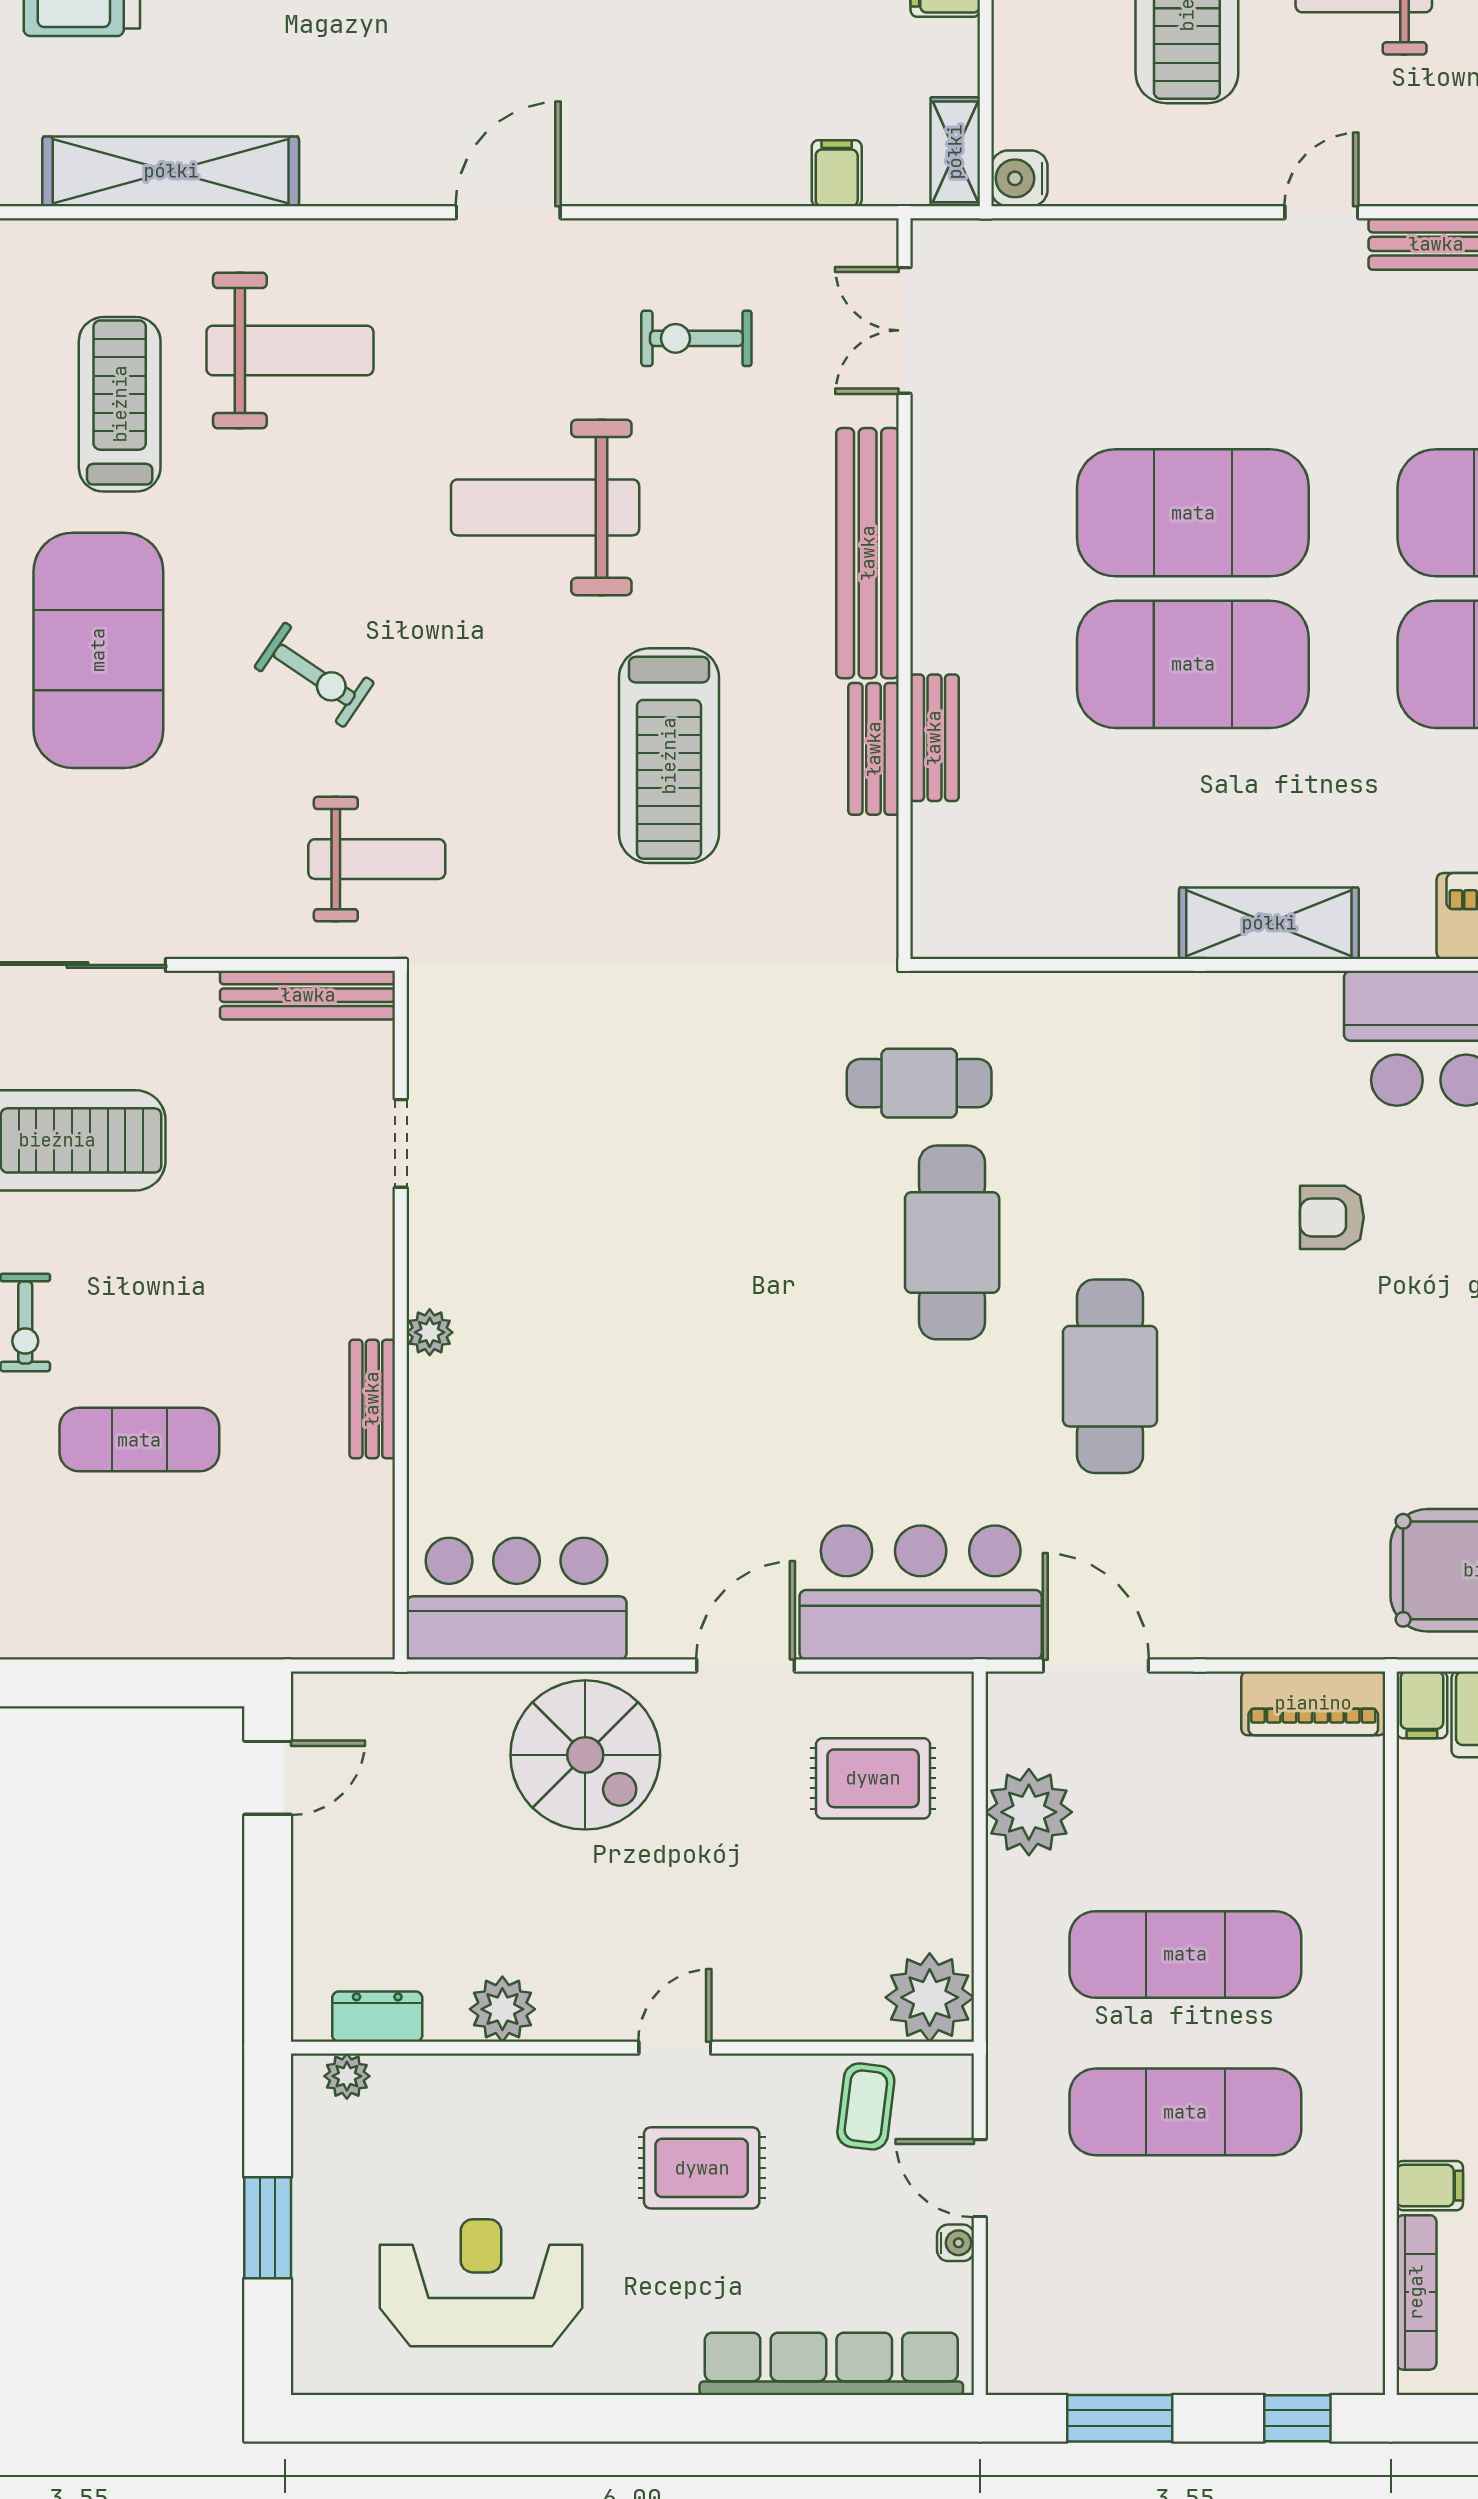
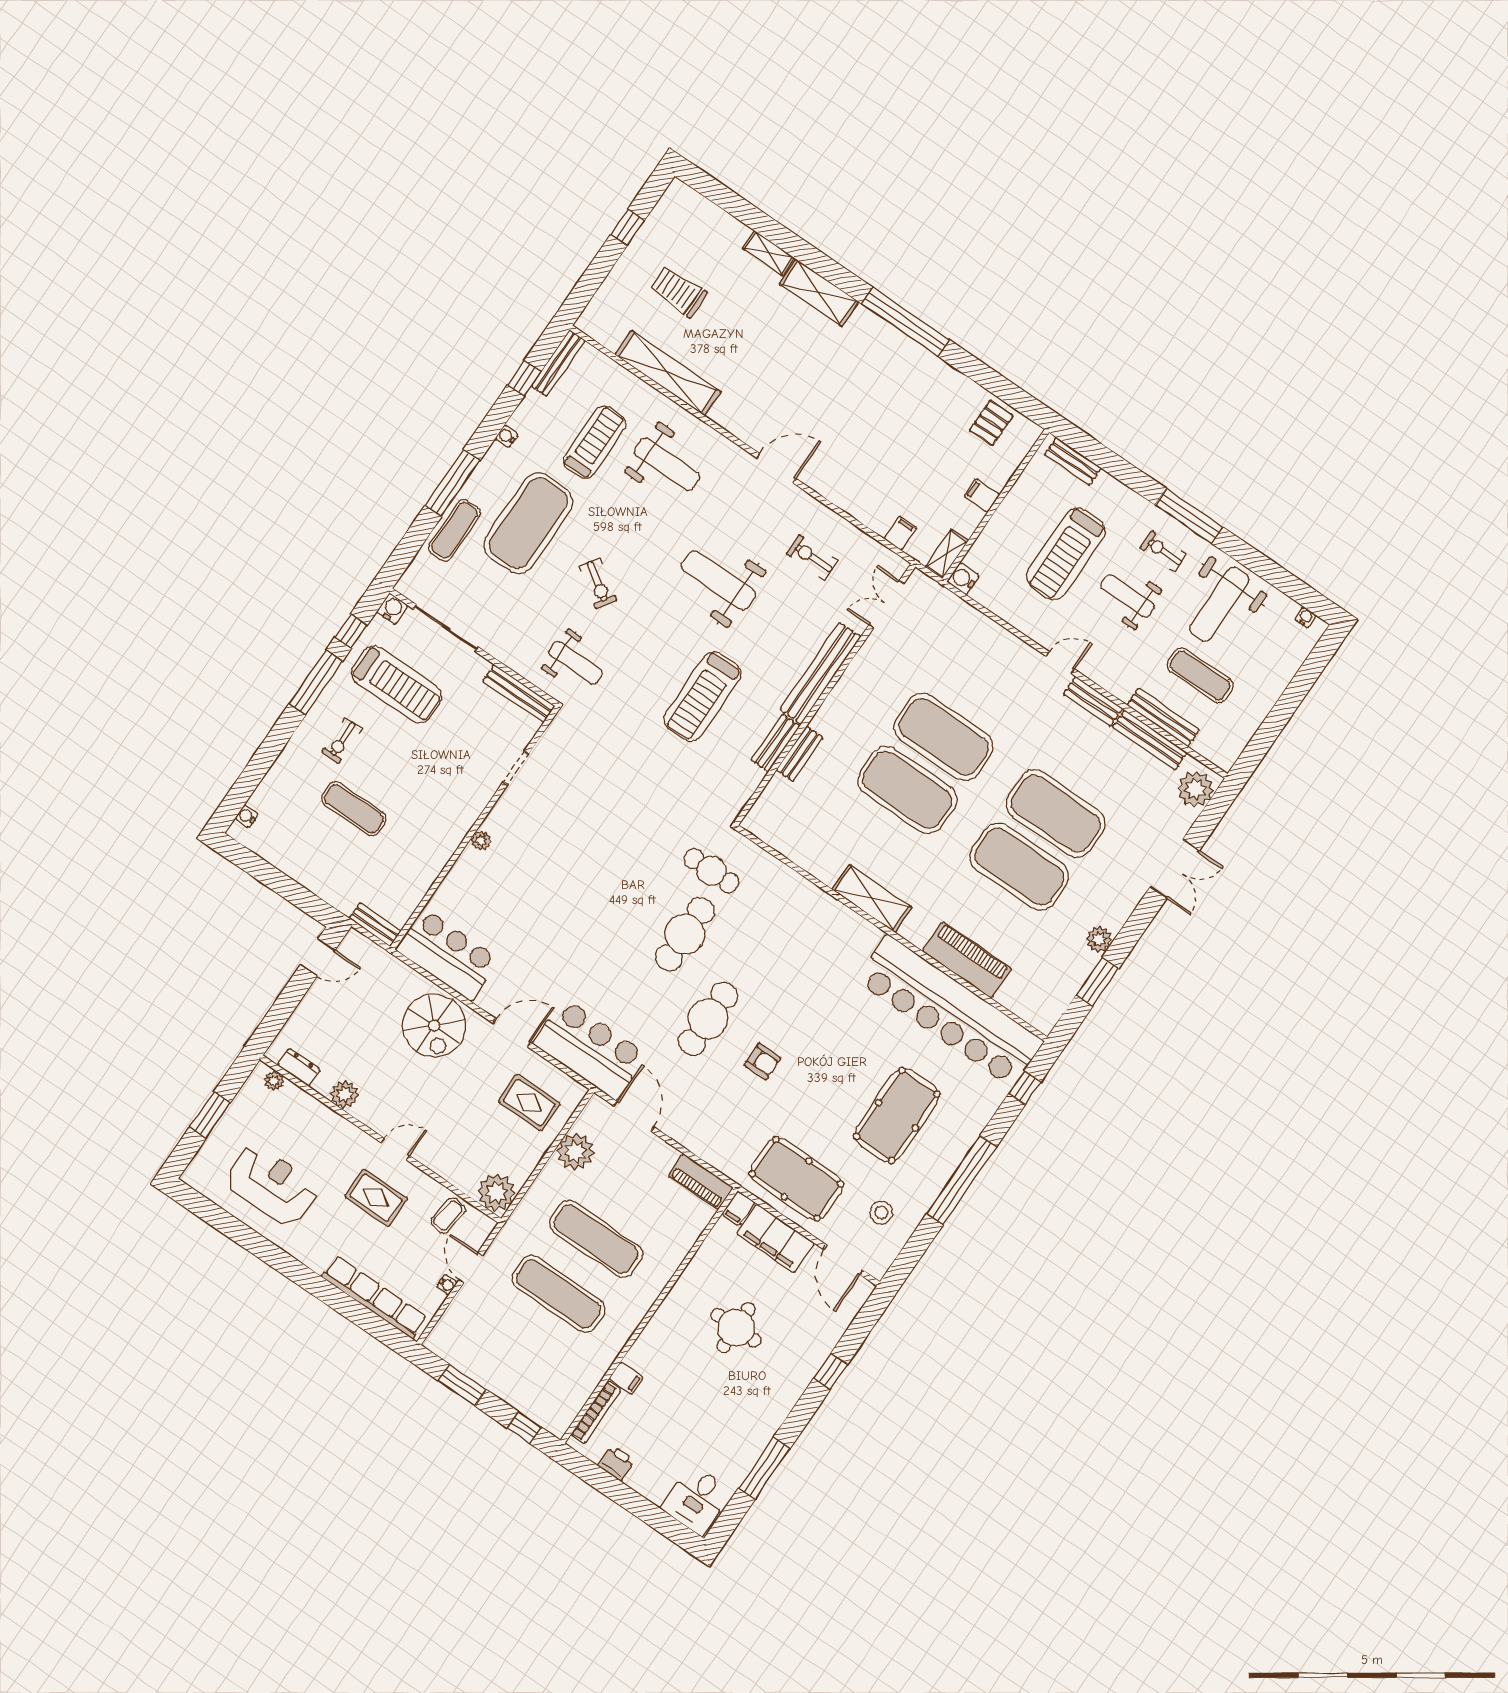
armchair: (1332, 1217) -> (763, 1061), moved, turned 180
bench: (372, 1399) -> (375, 925), moved, turned 90

